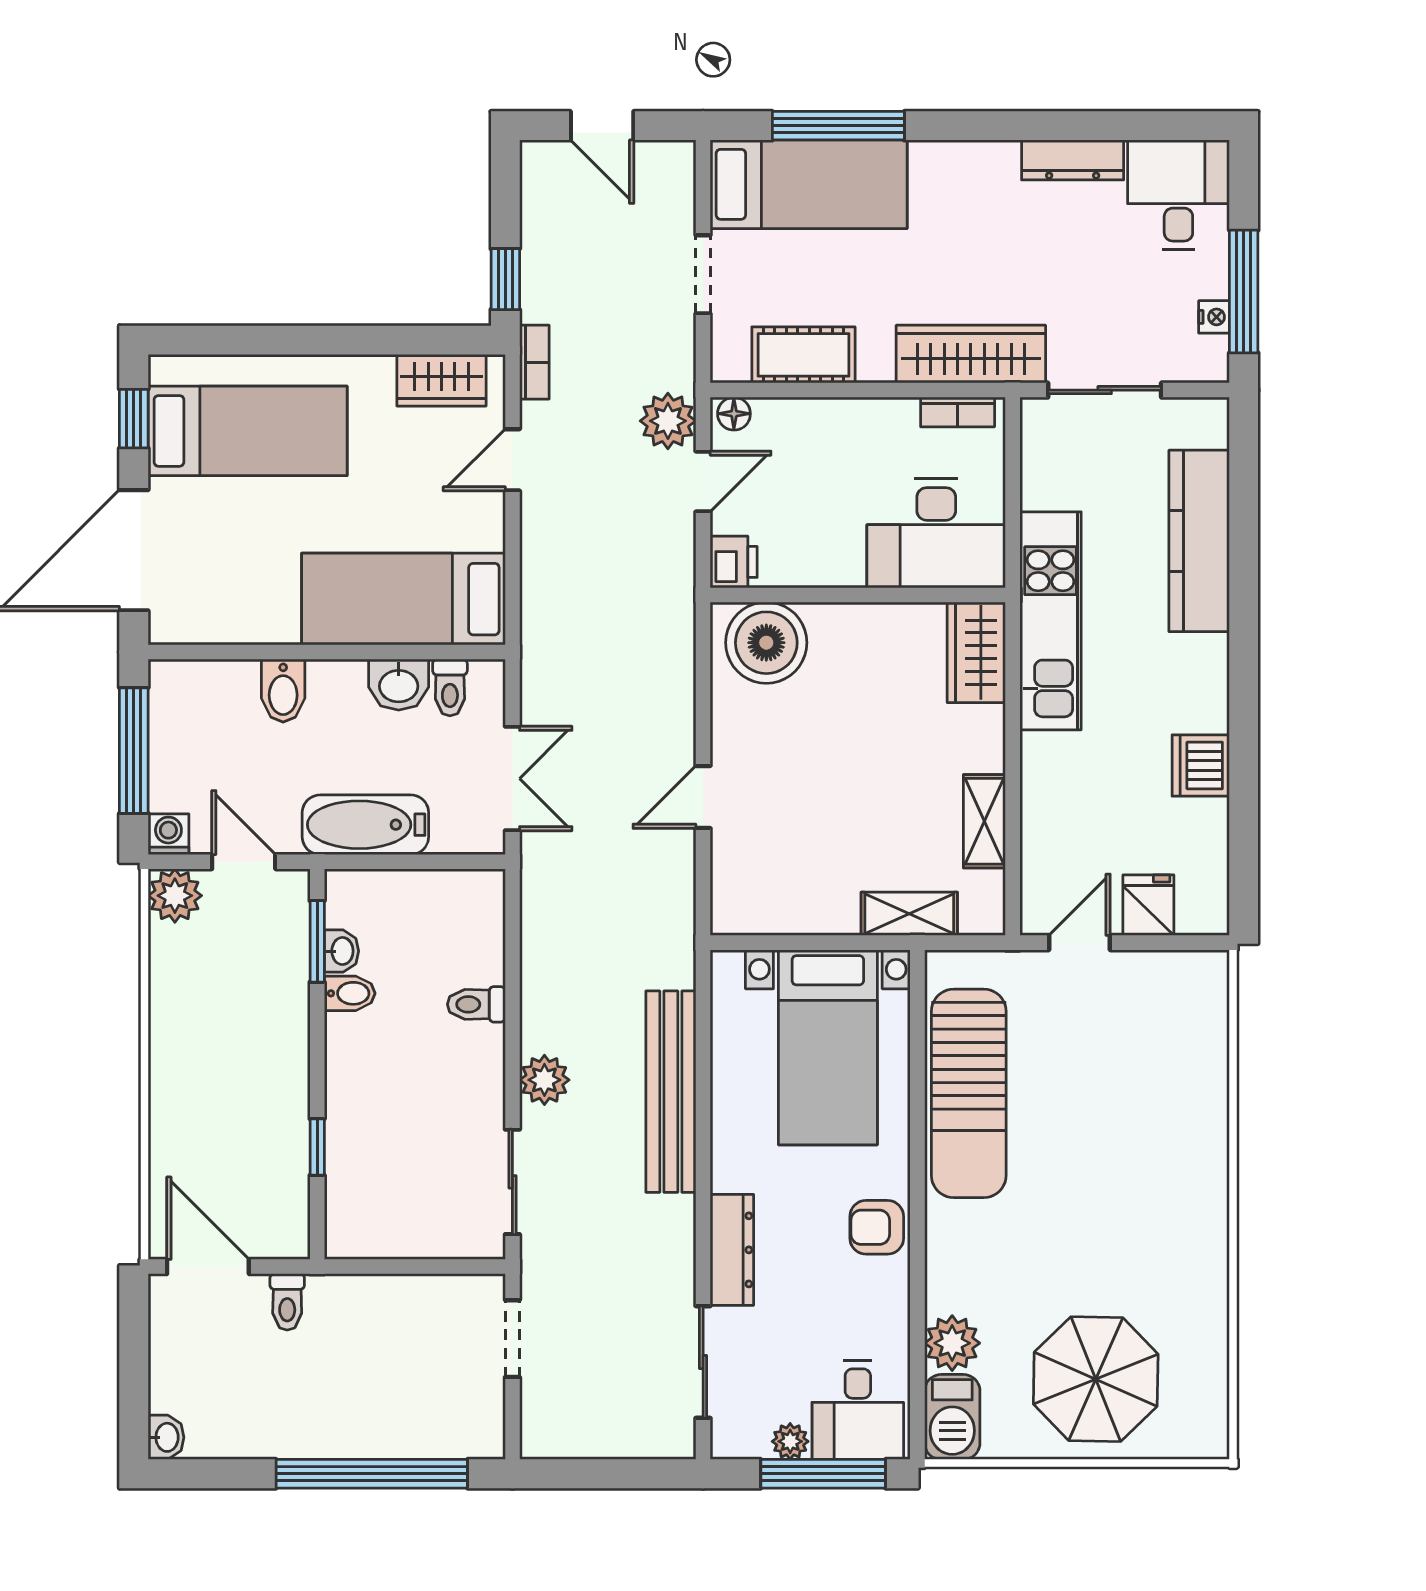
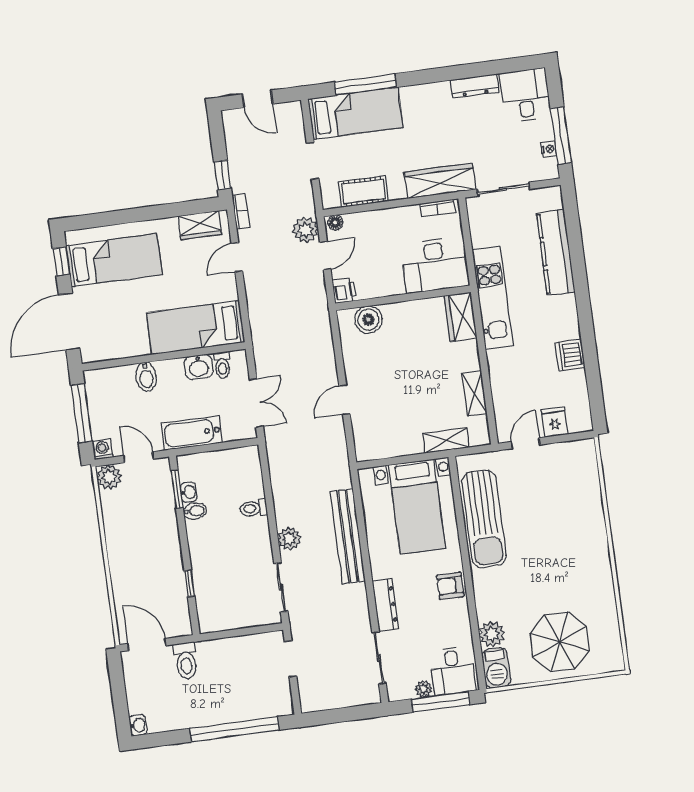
boiler: (766, 643) -> (368, 320), width x0.73, depth x0.73
toilet: (287, 1302) -> (186, 661), width x1.37, depth x1.39

